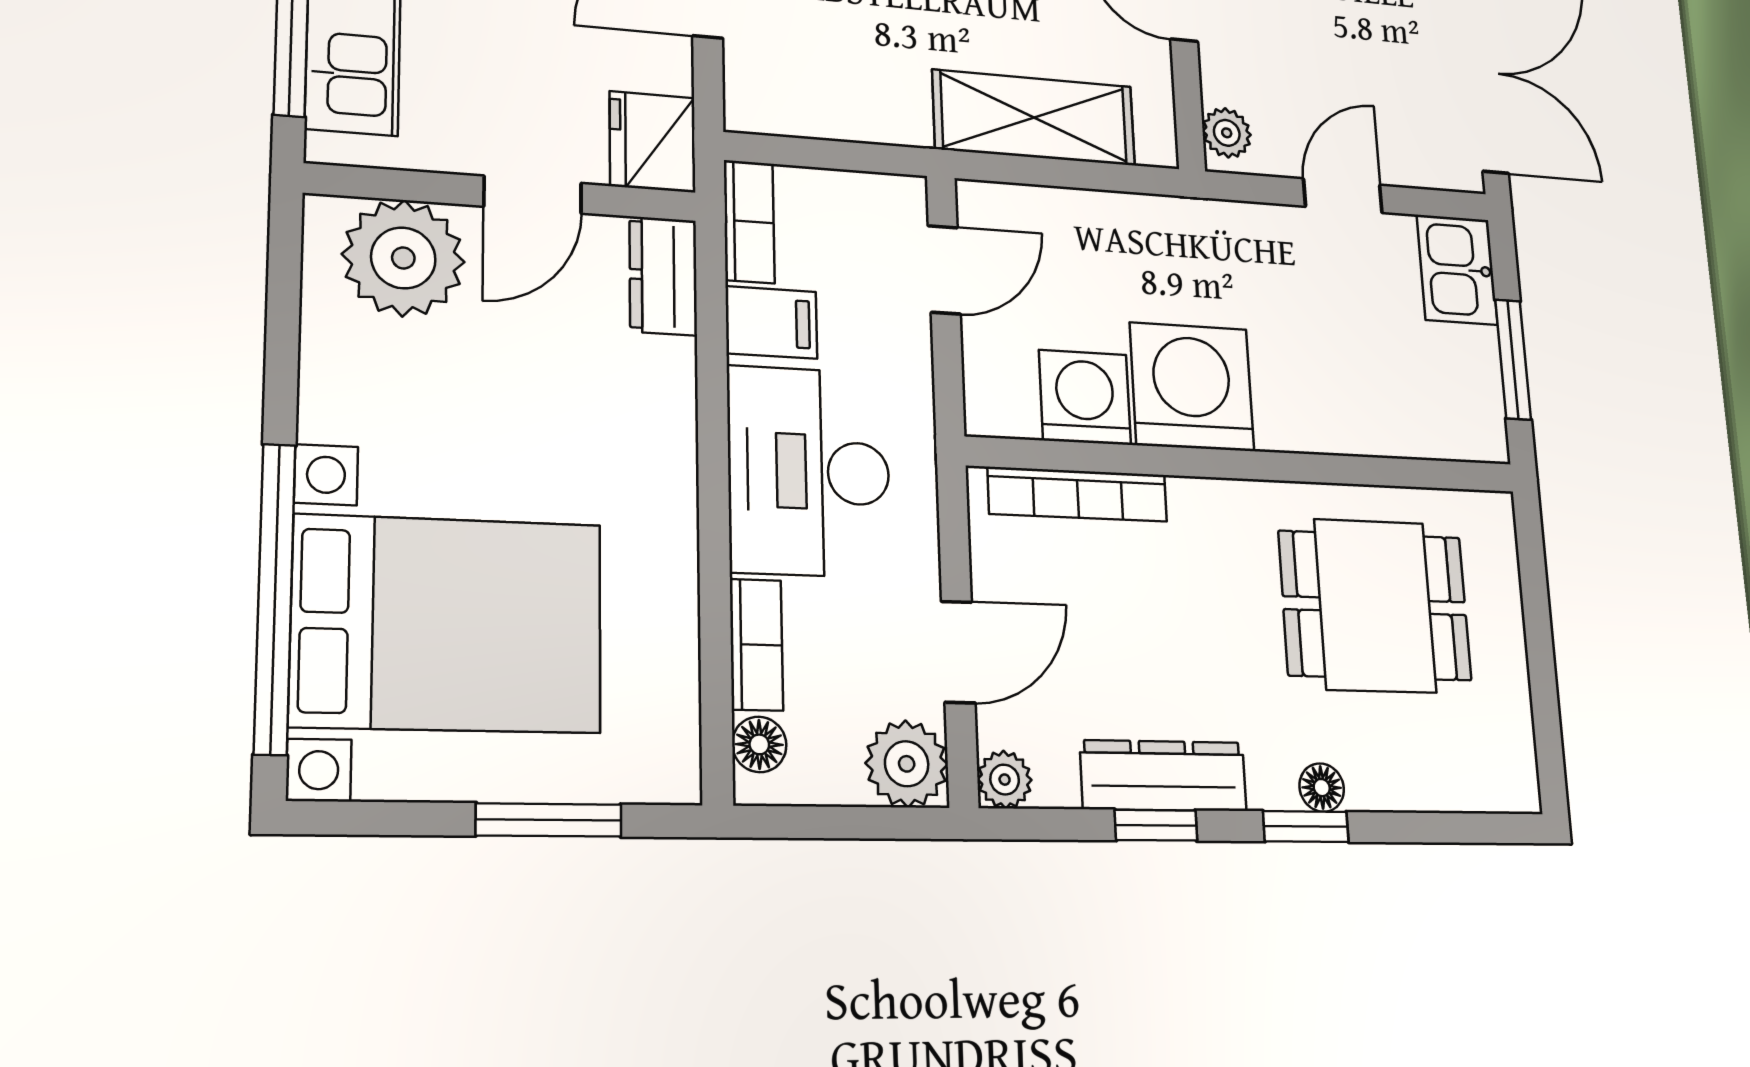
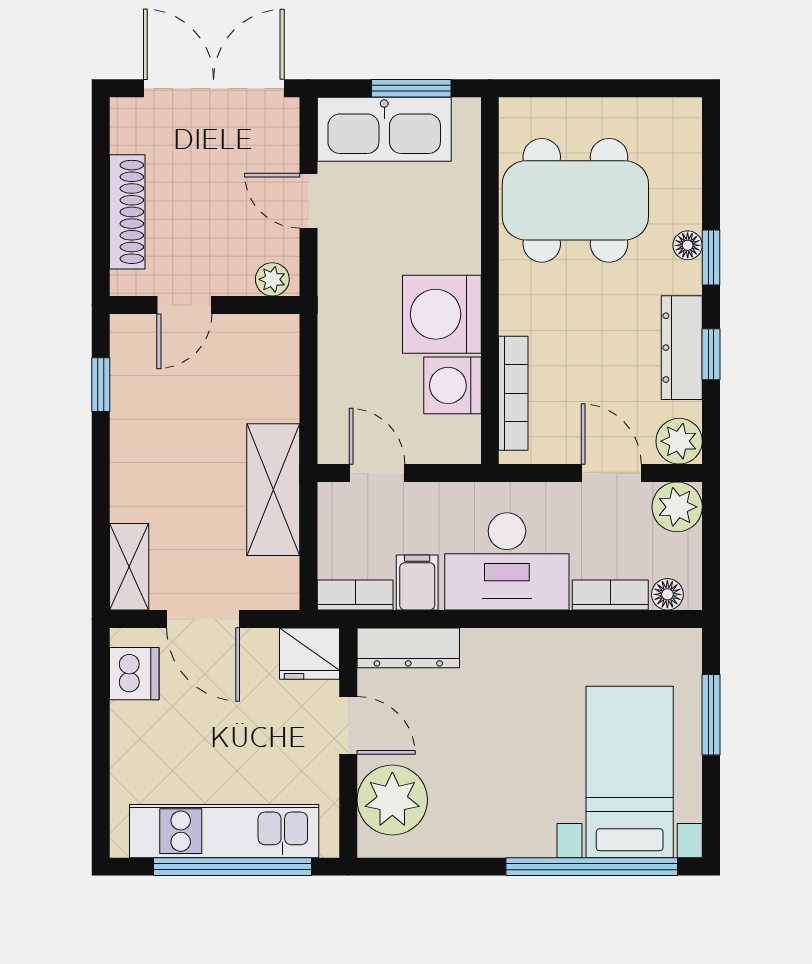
shelving: (1034, 118) -> (273, 490), moved
kitchen sink: (1457, 270) -> (384, 129), width x1.88, depth x1.24
dresser: (663, 276) -> (408, 648), width x1.44
dining table: (1375, 606) -> (575, 200), width x1.38
bed with nightstands: (448, 624) -> (630, 772), width x0.73
plant: (1005, 780) -> (679, 441), width x1.38, depth x1.38

